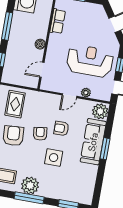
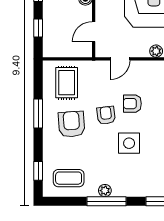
door: (70, 96) -> (120, 59), moved
plant: (30, 186) -> (105, 191), width x0.53, depth x0.53

